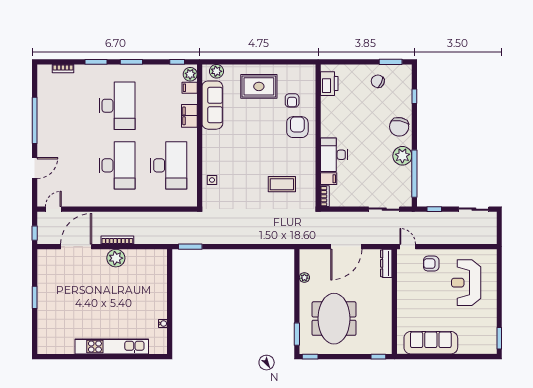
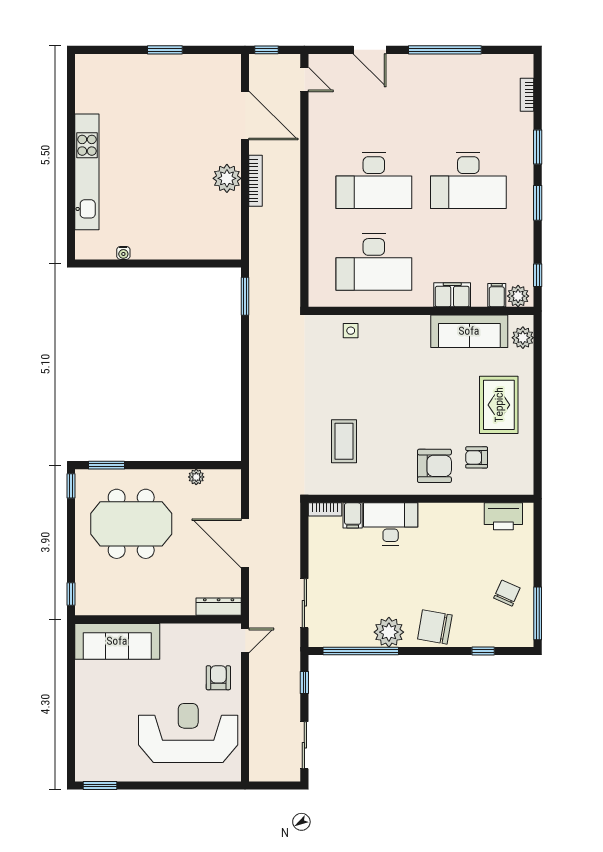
window: (391, 62) -> (538, 613), width x1.44
reception desk: (466, 283) -> (188, 733), width x1.36, depth x1.30
sofa: (431, 343) -> (117, 641), moved, turned 90

